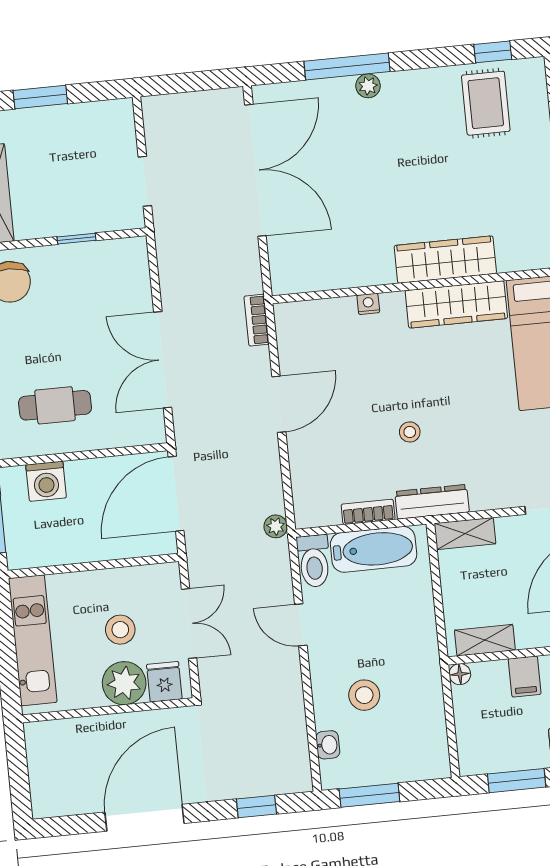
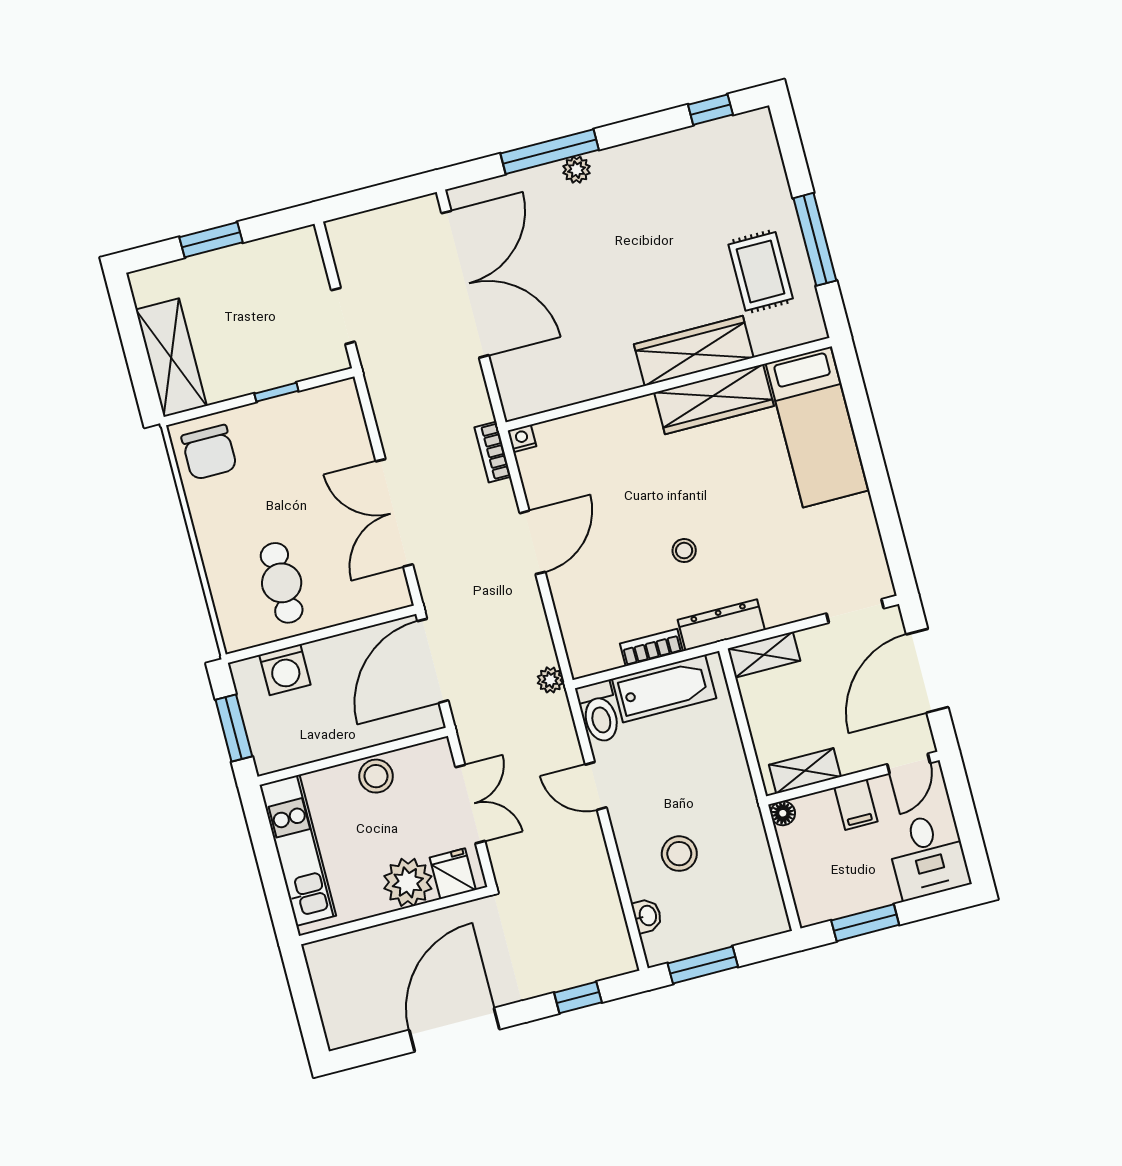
rug: (486, 103) -> (761, 271), moved
nightstand: (368, 304) -> (522, 438), moved
cafe table: (55, 405) -> (282, 583), turned 90
stool: (120, 630) -> (376, 776), moved

